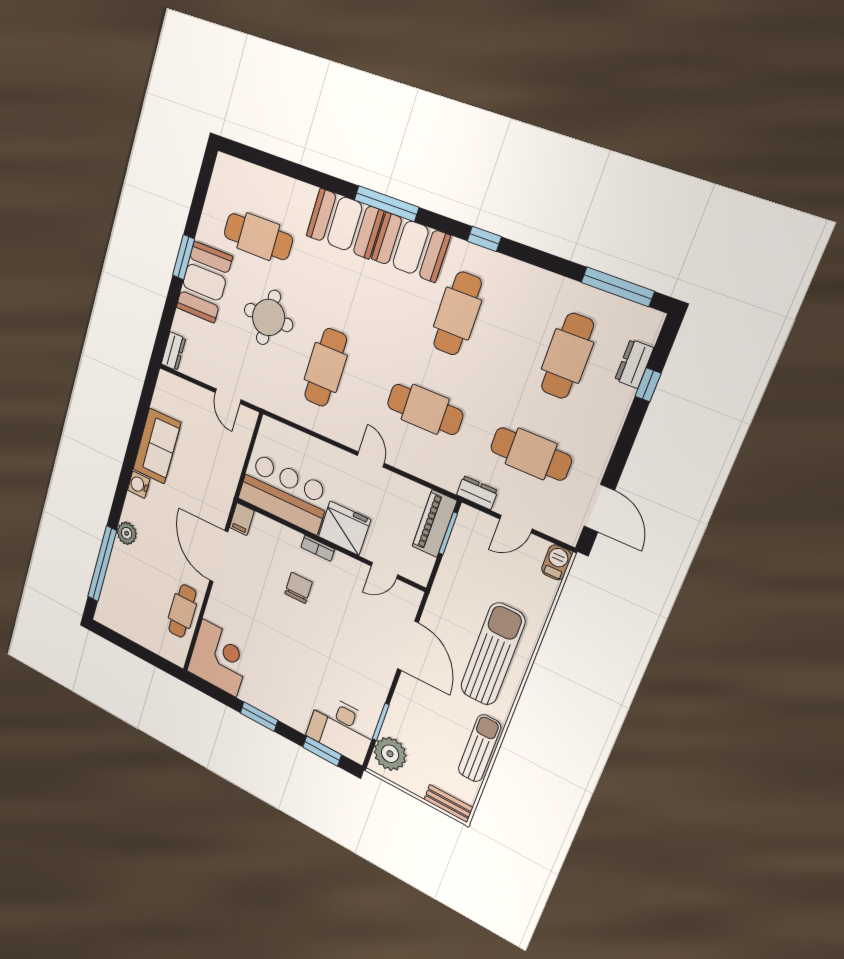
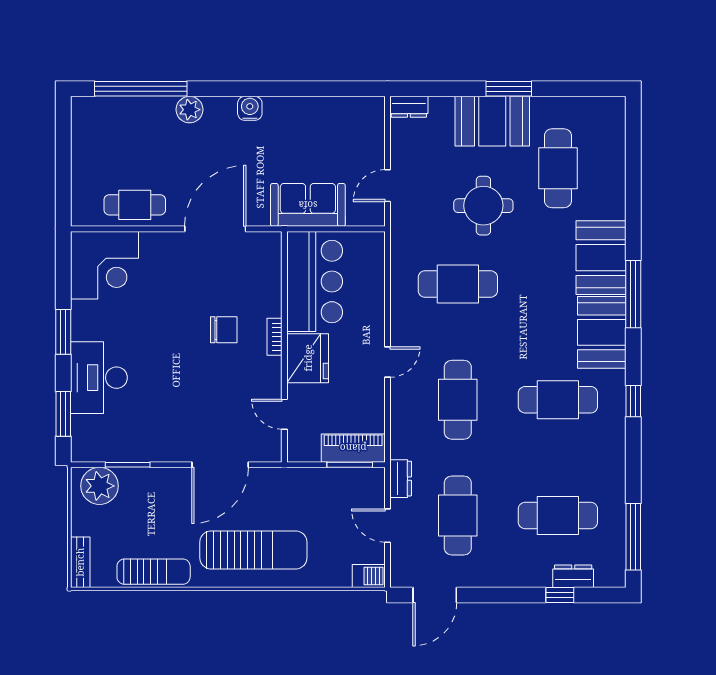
sofa: (157, 446) -> (308, 205), moved, turned 180
filing cabinet: (242, 519) -> (267, 243), removed
desk: (341, 728) -> (99, 378), moved

